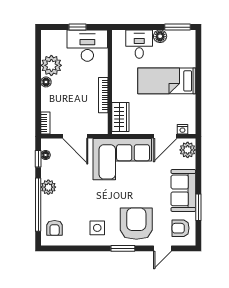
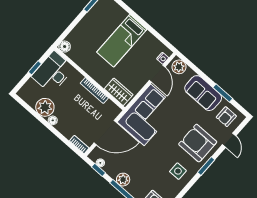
floor lamp: (160, 36) -> (65, 47), moved
desk: (139, 44) -> (82, 37), removed
door: (75, 136) -> (105, 133), width x1.36

